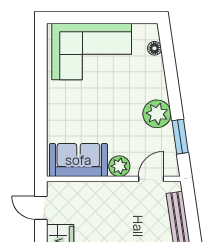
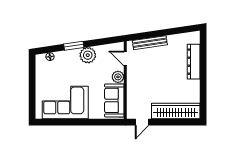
corner sofa: (92, 51) -> (65, 103), moved, turned -90
window: (180, 137) -> (74, 46), moved

